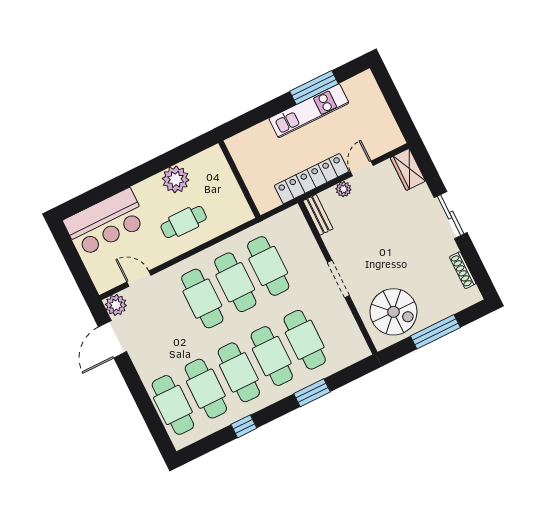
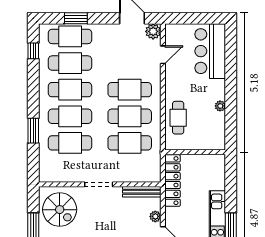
plant: (176, 179) -> (220, 106), width x0.53, depth x0.53
locker: (311, 179) -> (173, 181), moved
bench: (318, 215) -> (142, 192), width x1.36
cafe table: (184, 222) -> (178, 118), moved
spiral stairs: (393, 312) -> (60, 210), turned -90
window: (147, 409) -> (76, 18), added
window: (244, 426) -> (33, 51), moved

